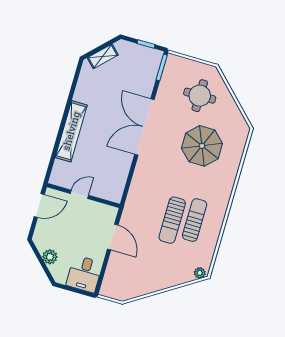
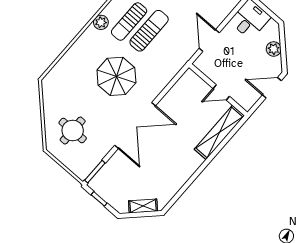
shelving: (71, 131) -> (219, 133), moved
parasol: (202, 146) -> (116, 76), moved
door: (39, 205) -> (272, 88), moved
plant: (220, 207) -> (101, 22), added

